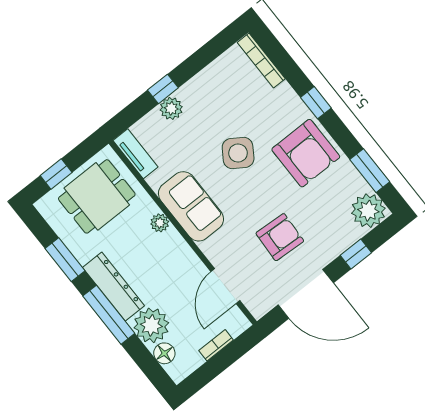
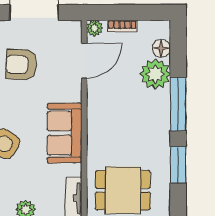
plant: (160, 223) -> (95, 28), moved
dresser: (114, 287) -> (160, 121), removed

